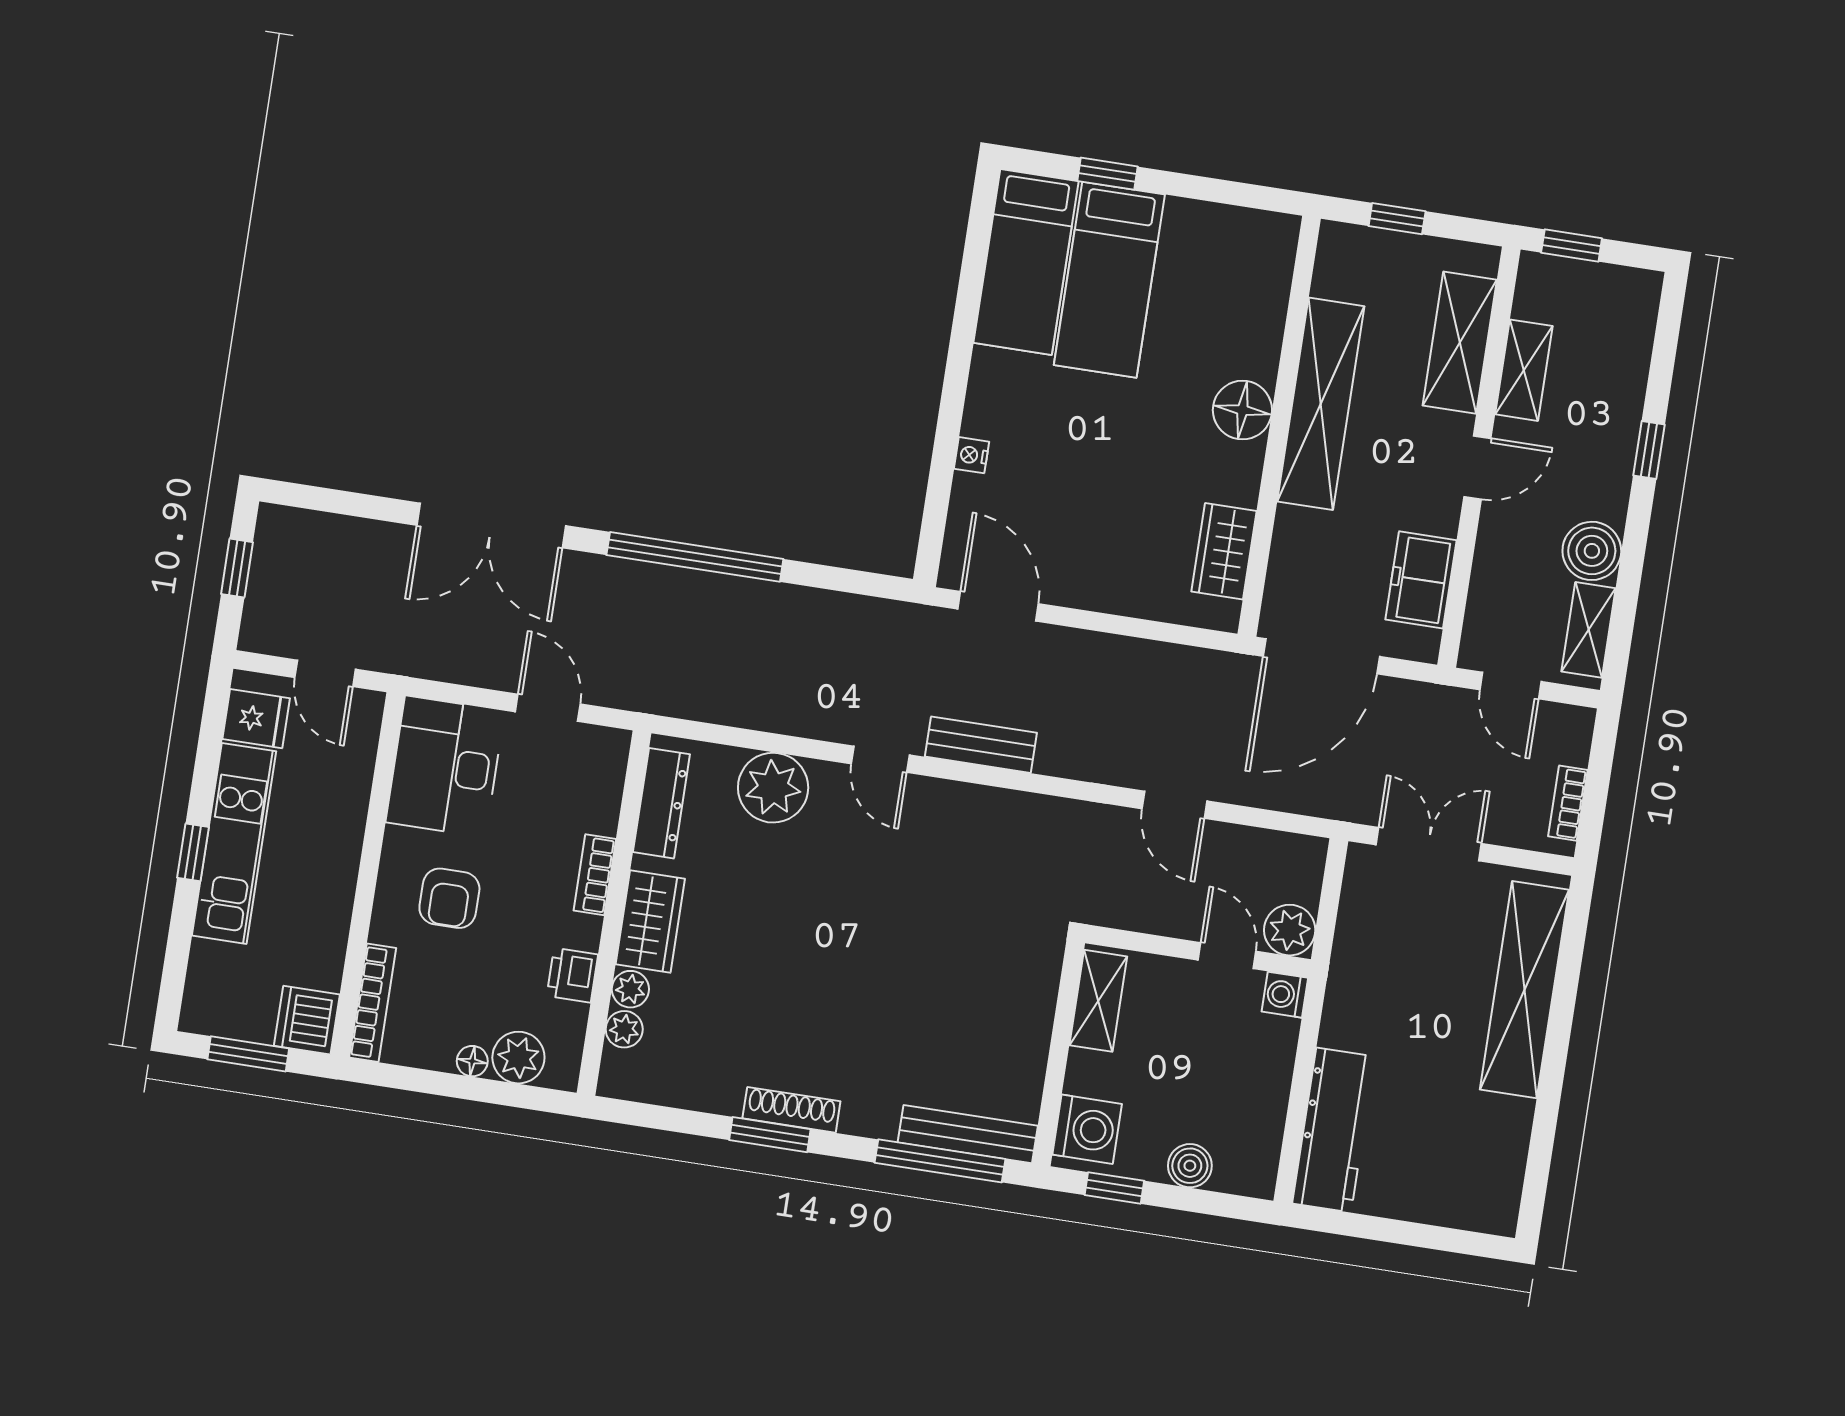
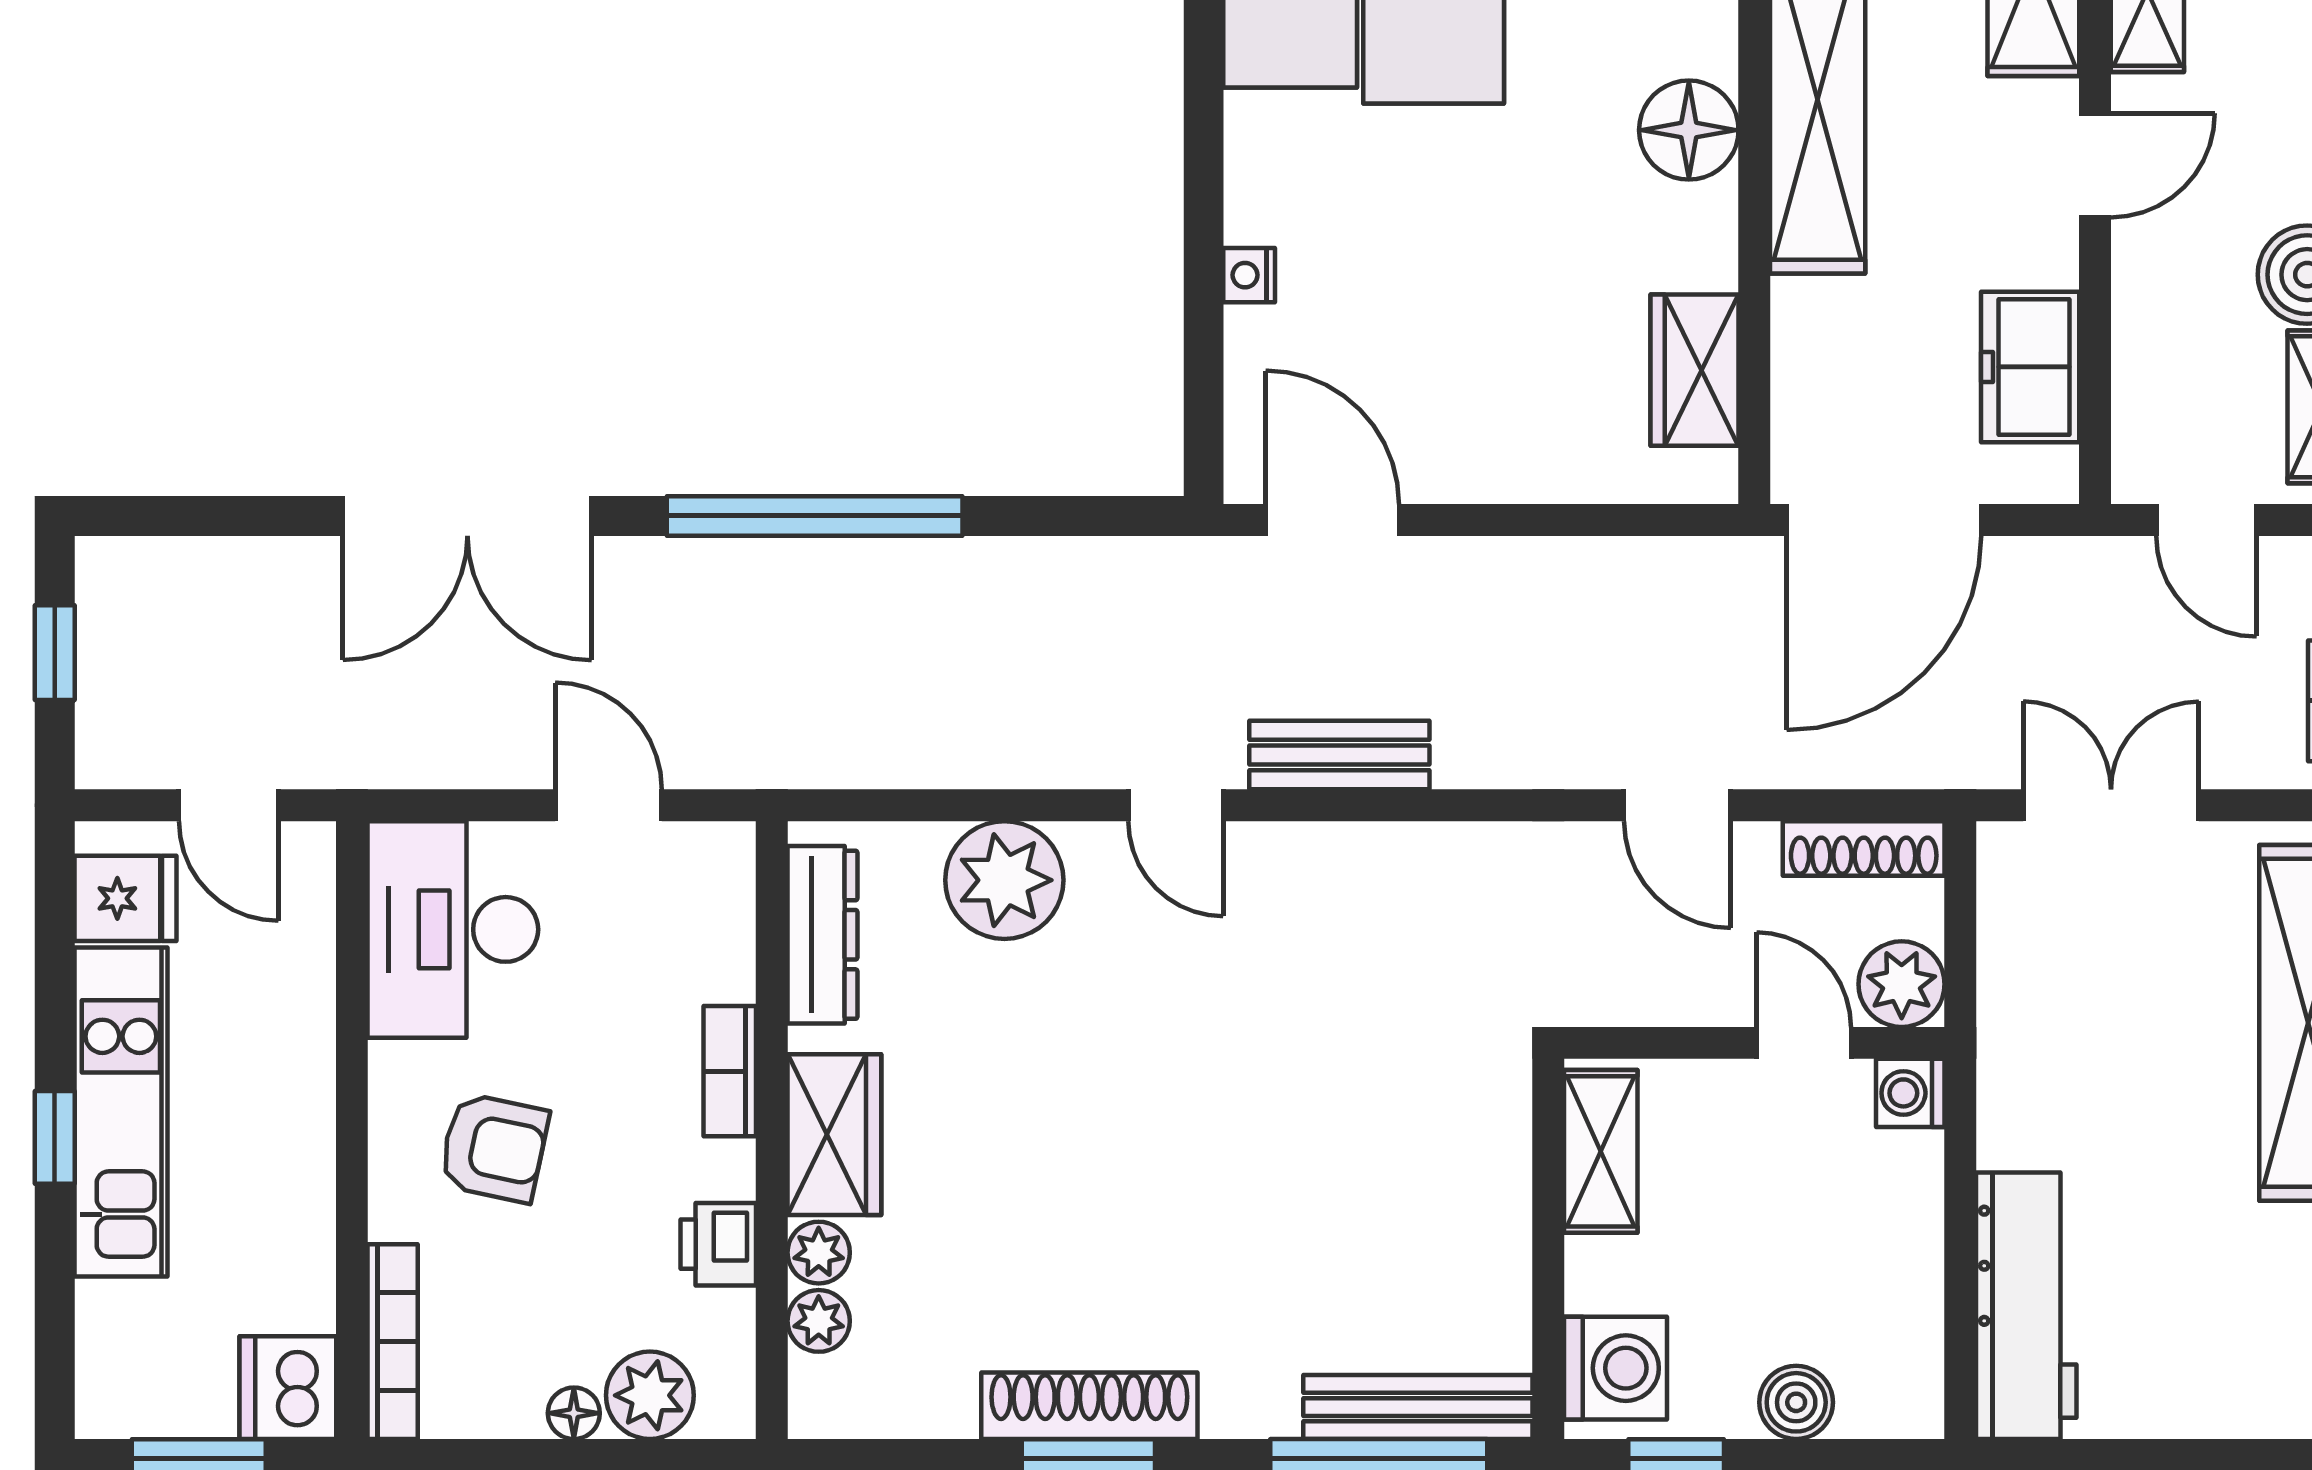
shoe rack: (1280, 847) -> (1864, 849), added
armchair: (449, 898) -> (494, 1148), turned -78
shoe rack: (791, 1110) -> (1089, 1406), width x1.36, depth x1.24

